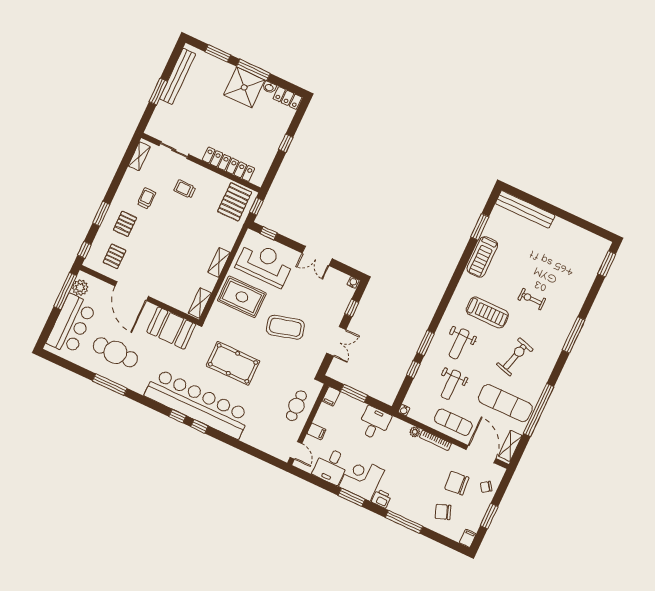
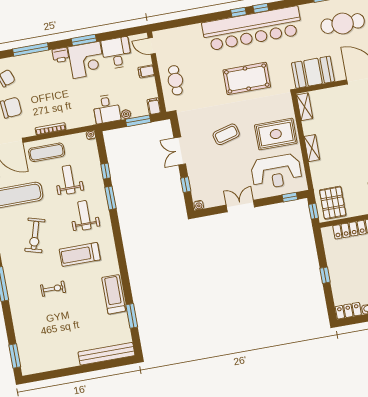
coffee table: (285, 327) -> (226, 134), width x0.73, depth x0.76
plant: (415, 432) -> (126, 114), moved

